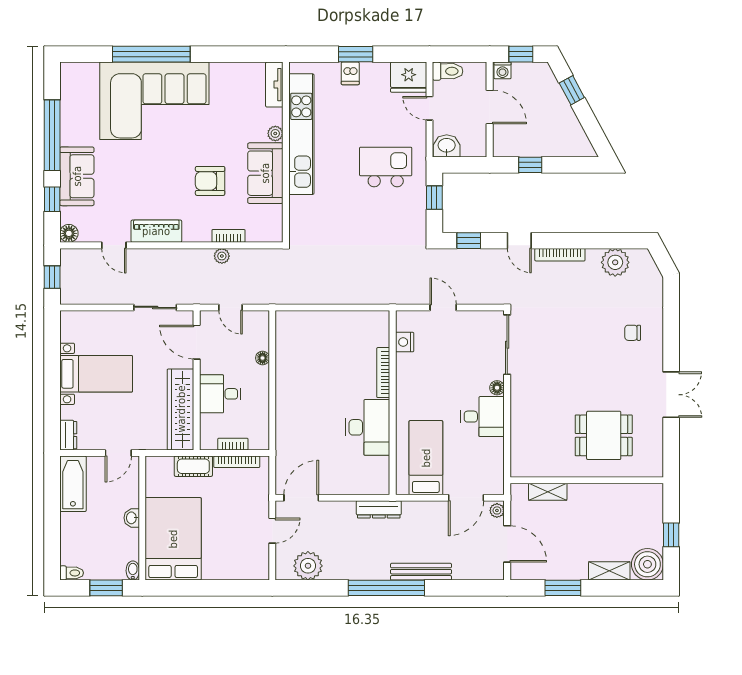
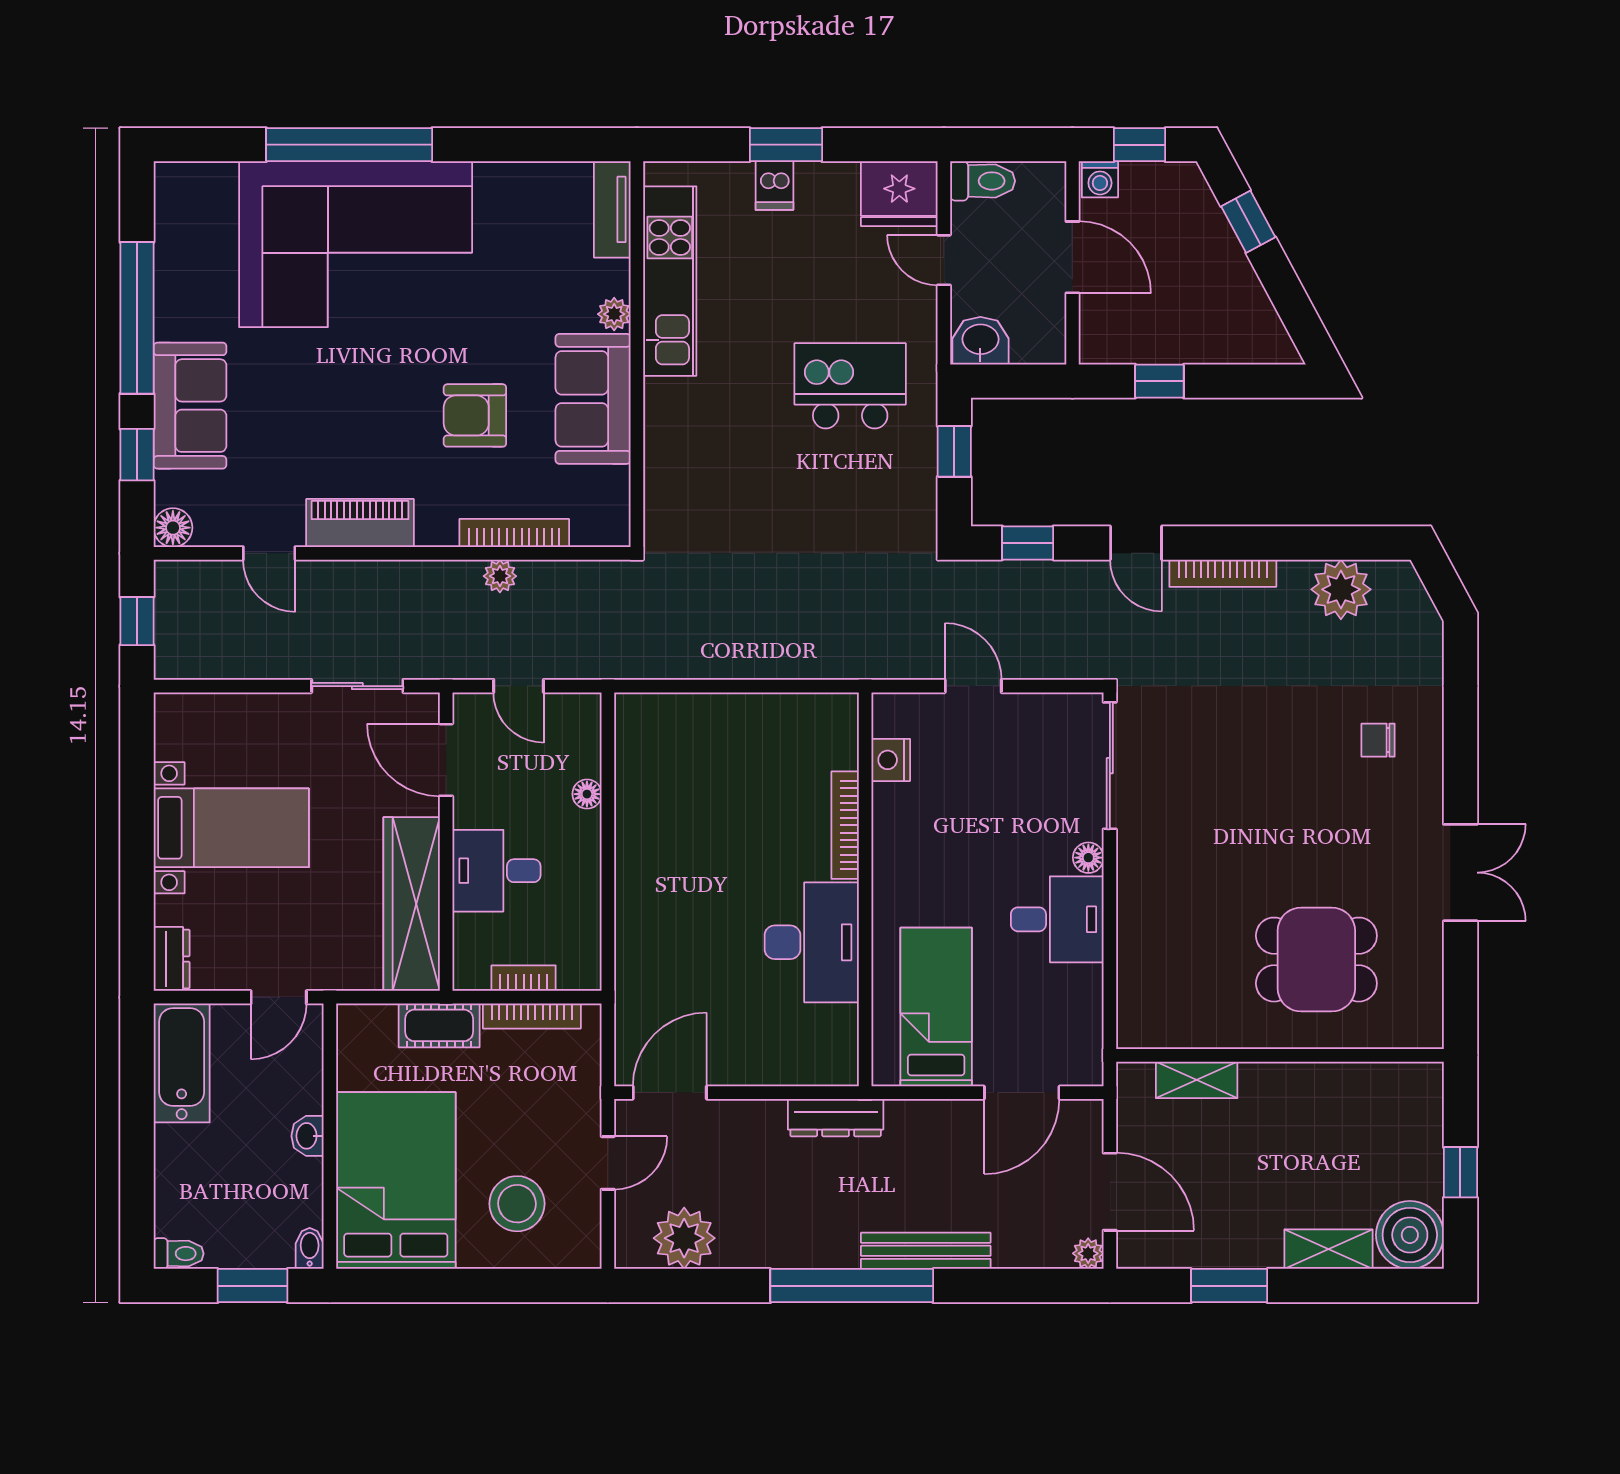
kitchen unit: (301, 134) -> (670, 281), width x0.73
bookcase: (228, 236) -> (514, 533), width x1.56
plant: (497, 510) -> (1088, 1253), moved
stool: (230, 550) -> (517, 1204), added

